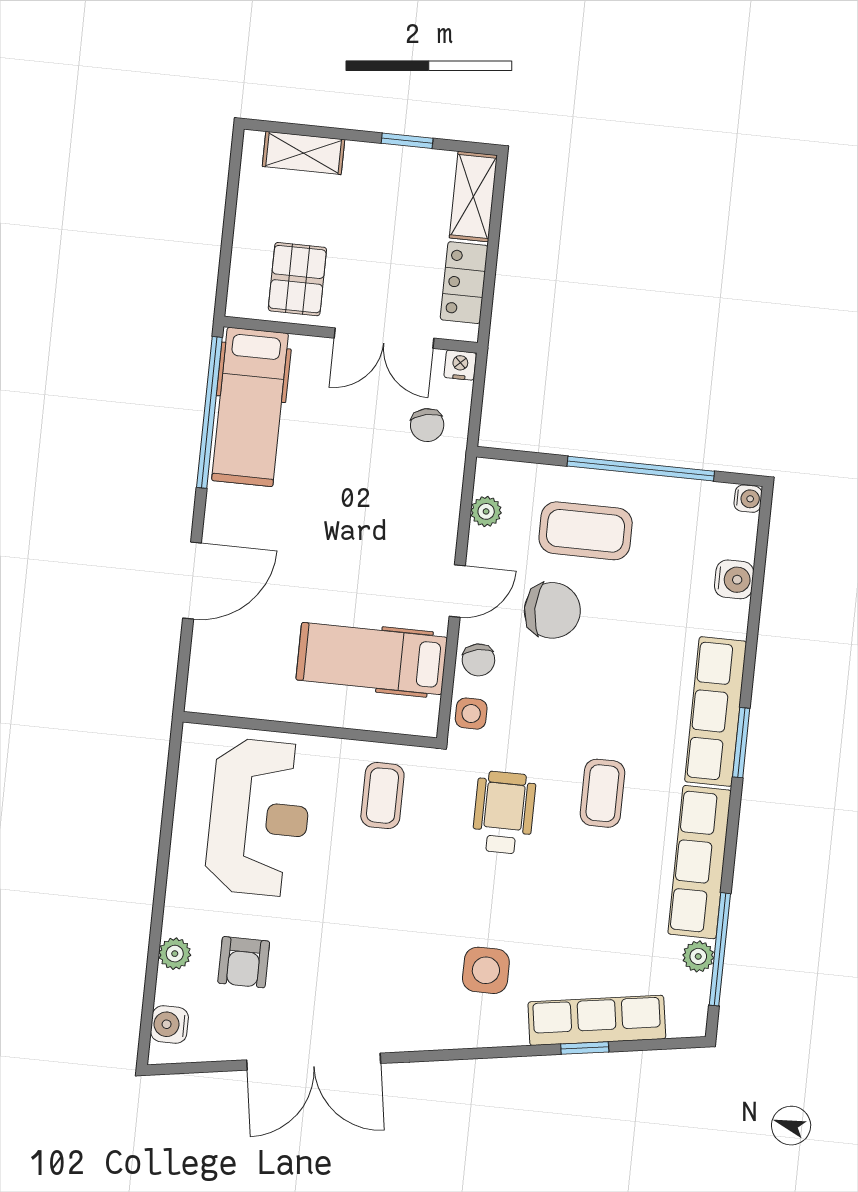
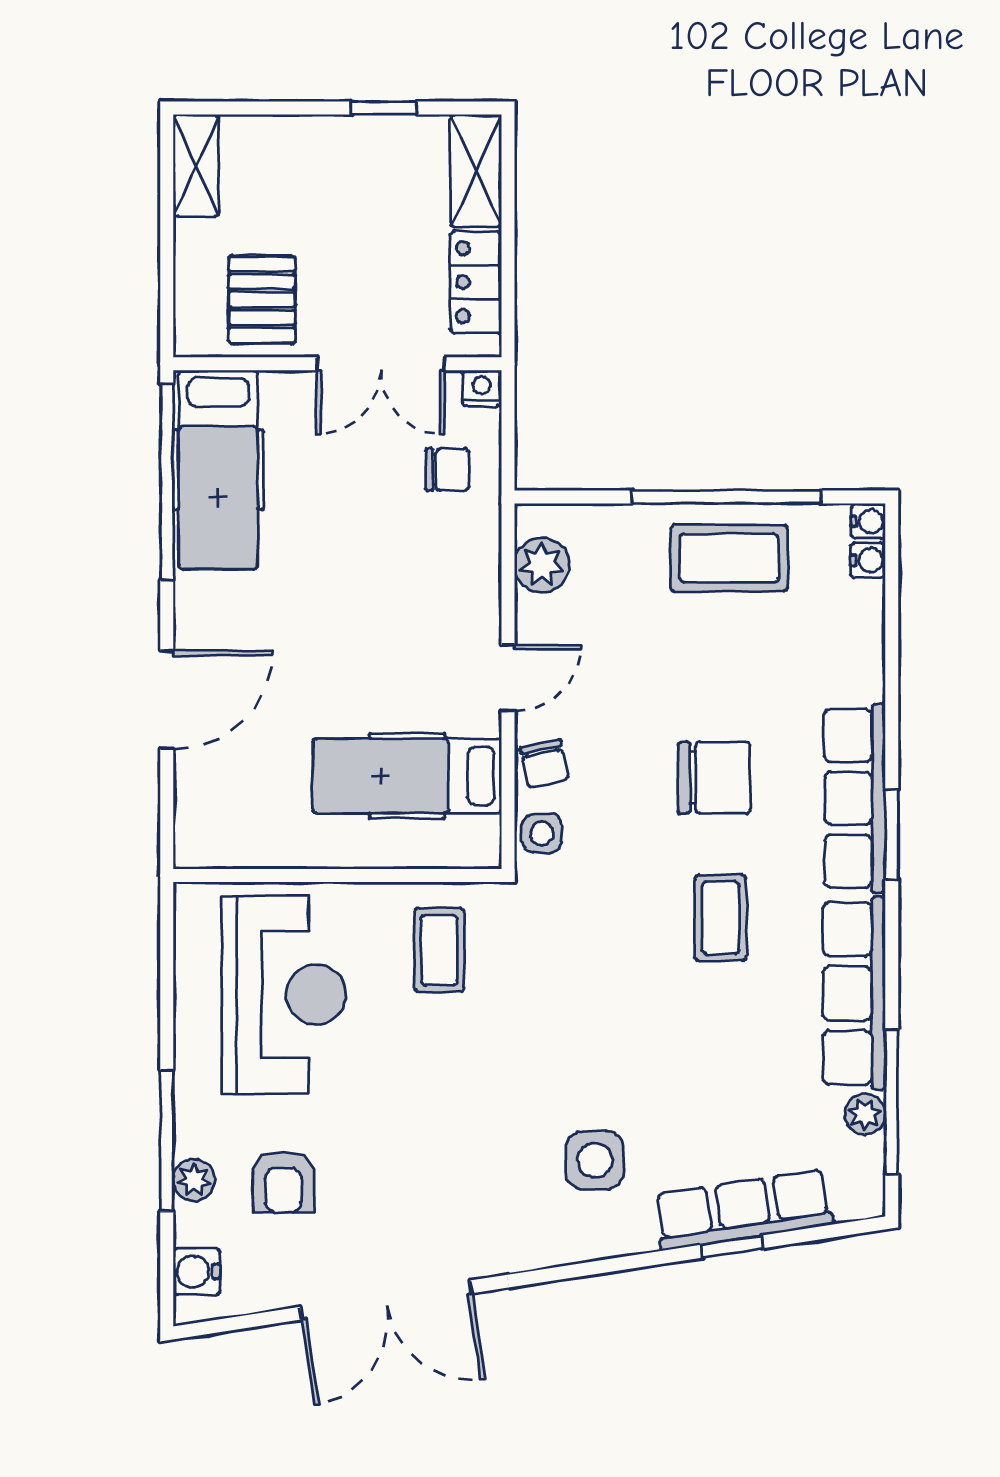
shelving: (304, 153) -> (196, 165), moved, turned 90
chair: (427, 425) -> (447, 470), turned -77
plant: (486, 511) -> (542, 565), width x1.38, depth x1.38
coffee table: (586, 531) -> (729, 558), moved
water cooler: (734, 579) -> (868, 560), moved, width x0.72, depth x0.72
chair: (552, 610) -> (714, 778), moved
wheelchair: (504, 813) -> (597, 956), removed
window: (157, 921) -> (167, 1141), added

